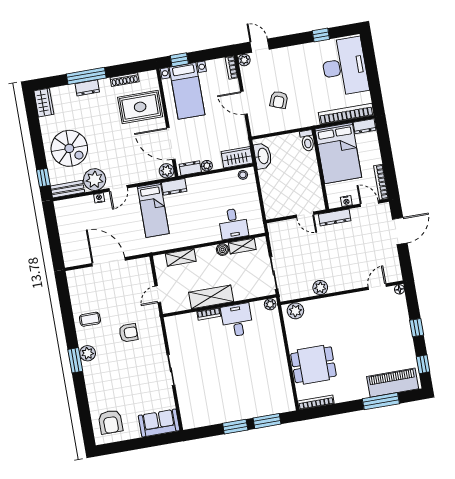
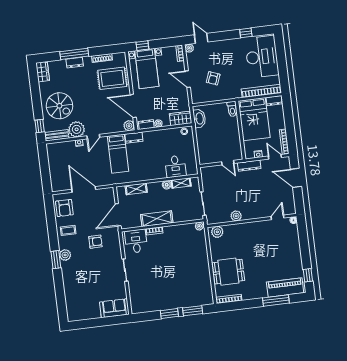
door: (400, 231) -> (296, 178), swing flipped
door: (158, 294) -> (118, 215), width x1.87
desk: (237, 320) -> (136, 241), moved
window: (417, 328) -> (305, 248), removed
armchair: (111, 422) -> (64, 208), moved

